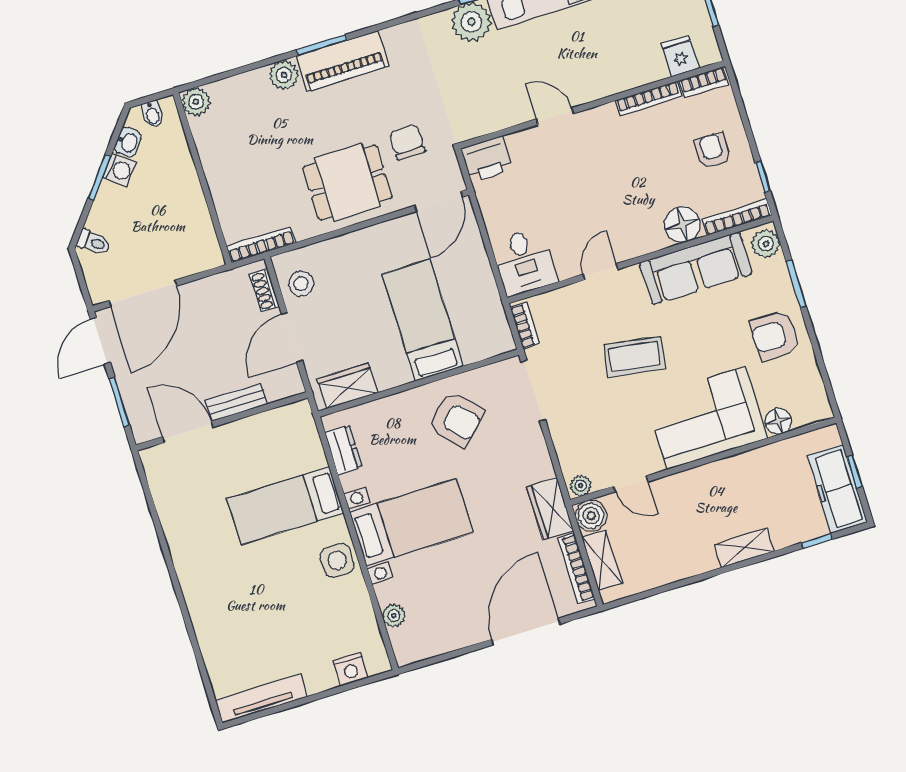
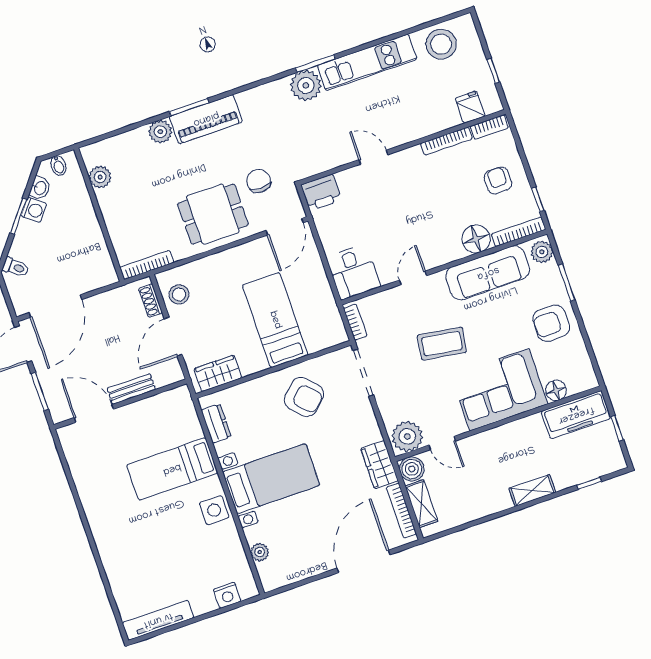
plant: (196, 102) -> (100, 177), moved
plant: (581, 486) -> (407, 436), width x1.88, depth x1.88
freezer: (837, 489) -> (576, 415), moved, turned -90

